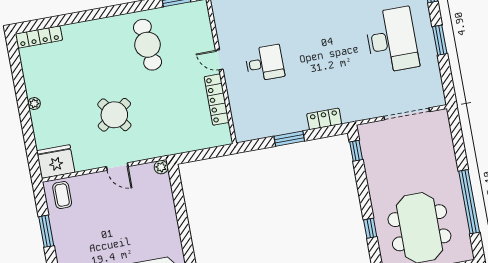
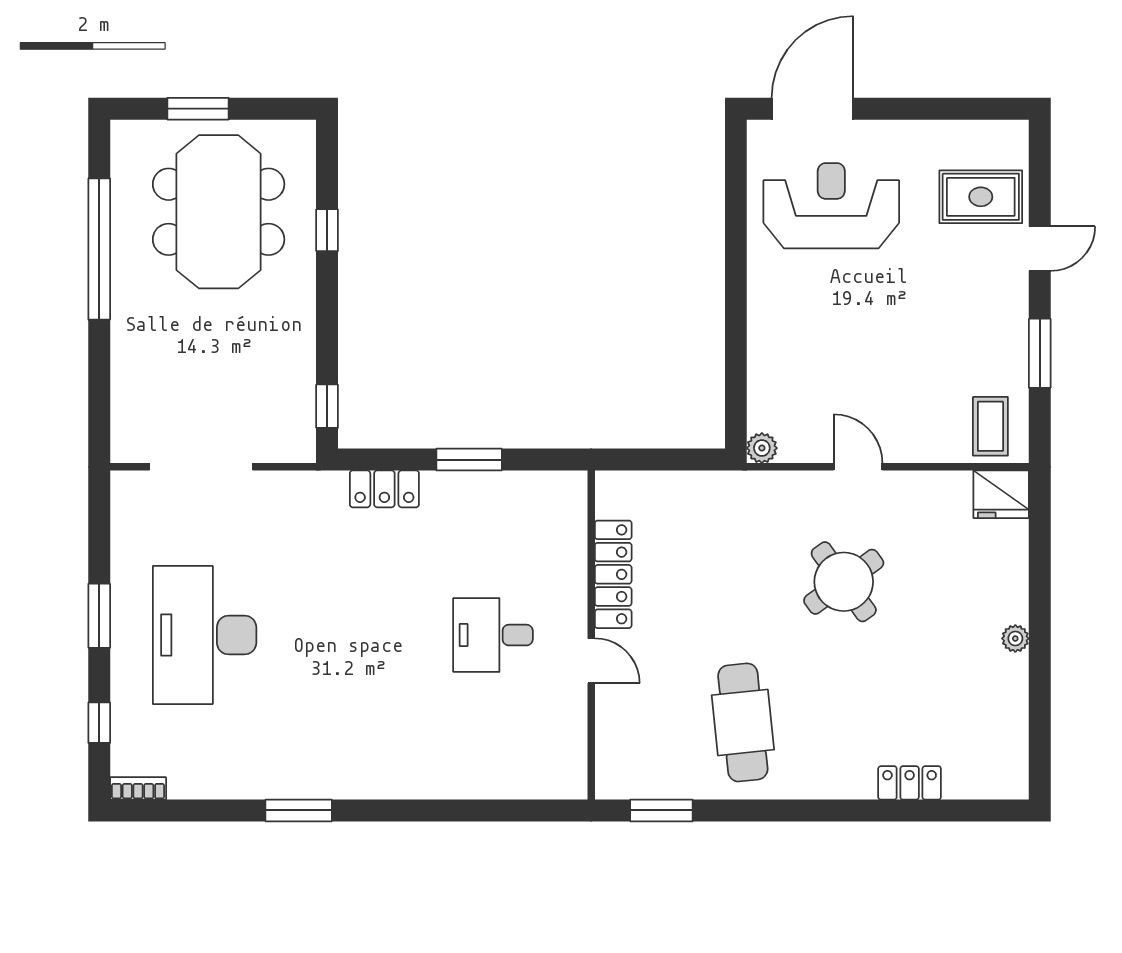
locker: (39, 37) -> (910, 783), moved, width x0.66
fridge: (56, 162) -> (1001, 494), width x0.73, depth x0.75

